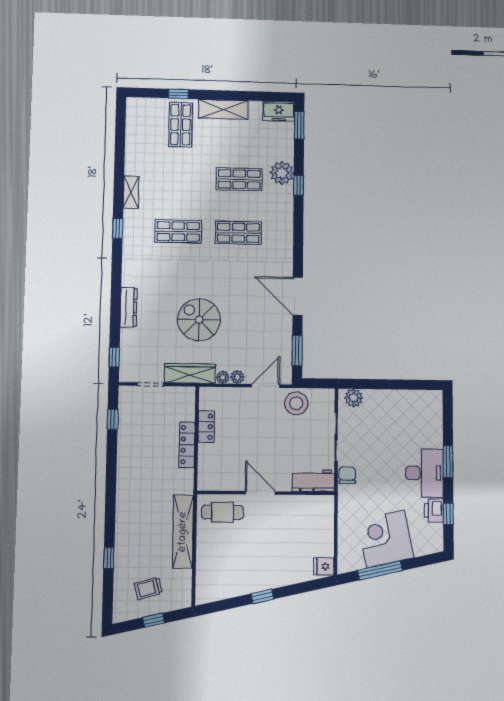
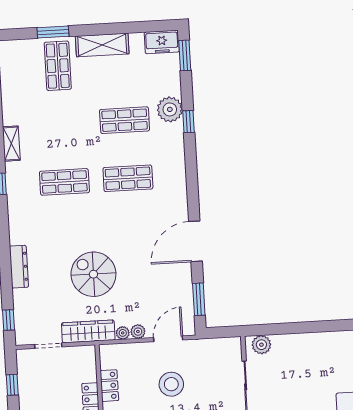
window: (178, 94) -> (53, 32), width x1.50
door: (298, 296) -> (195, 241), hinge flipped
stool: (296, 403) -> (171, 384), moved

